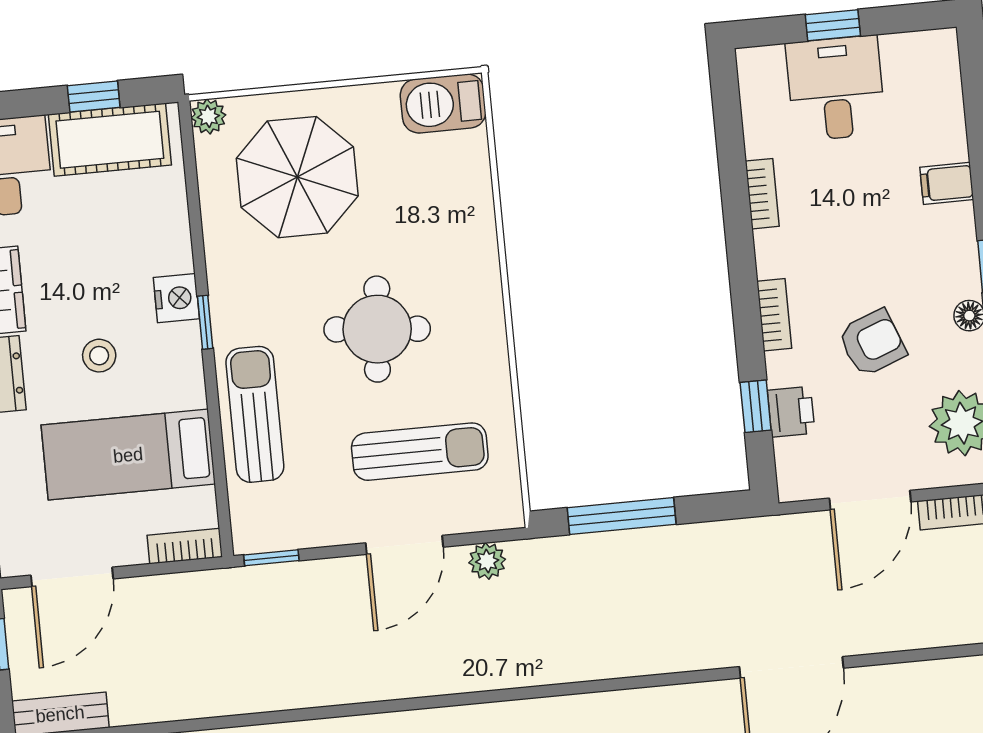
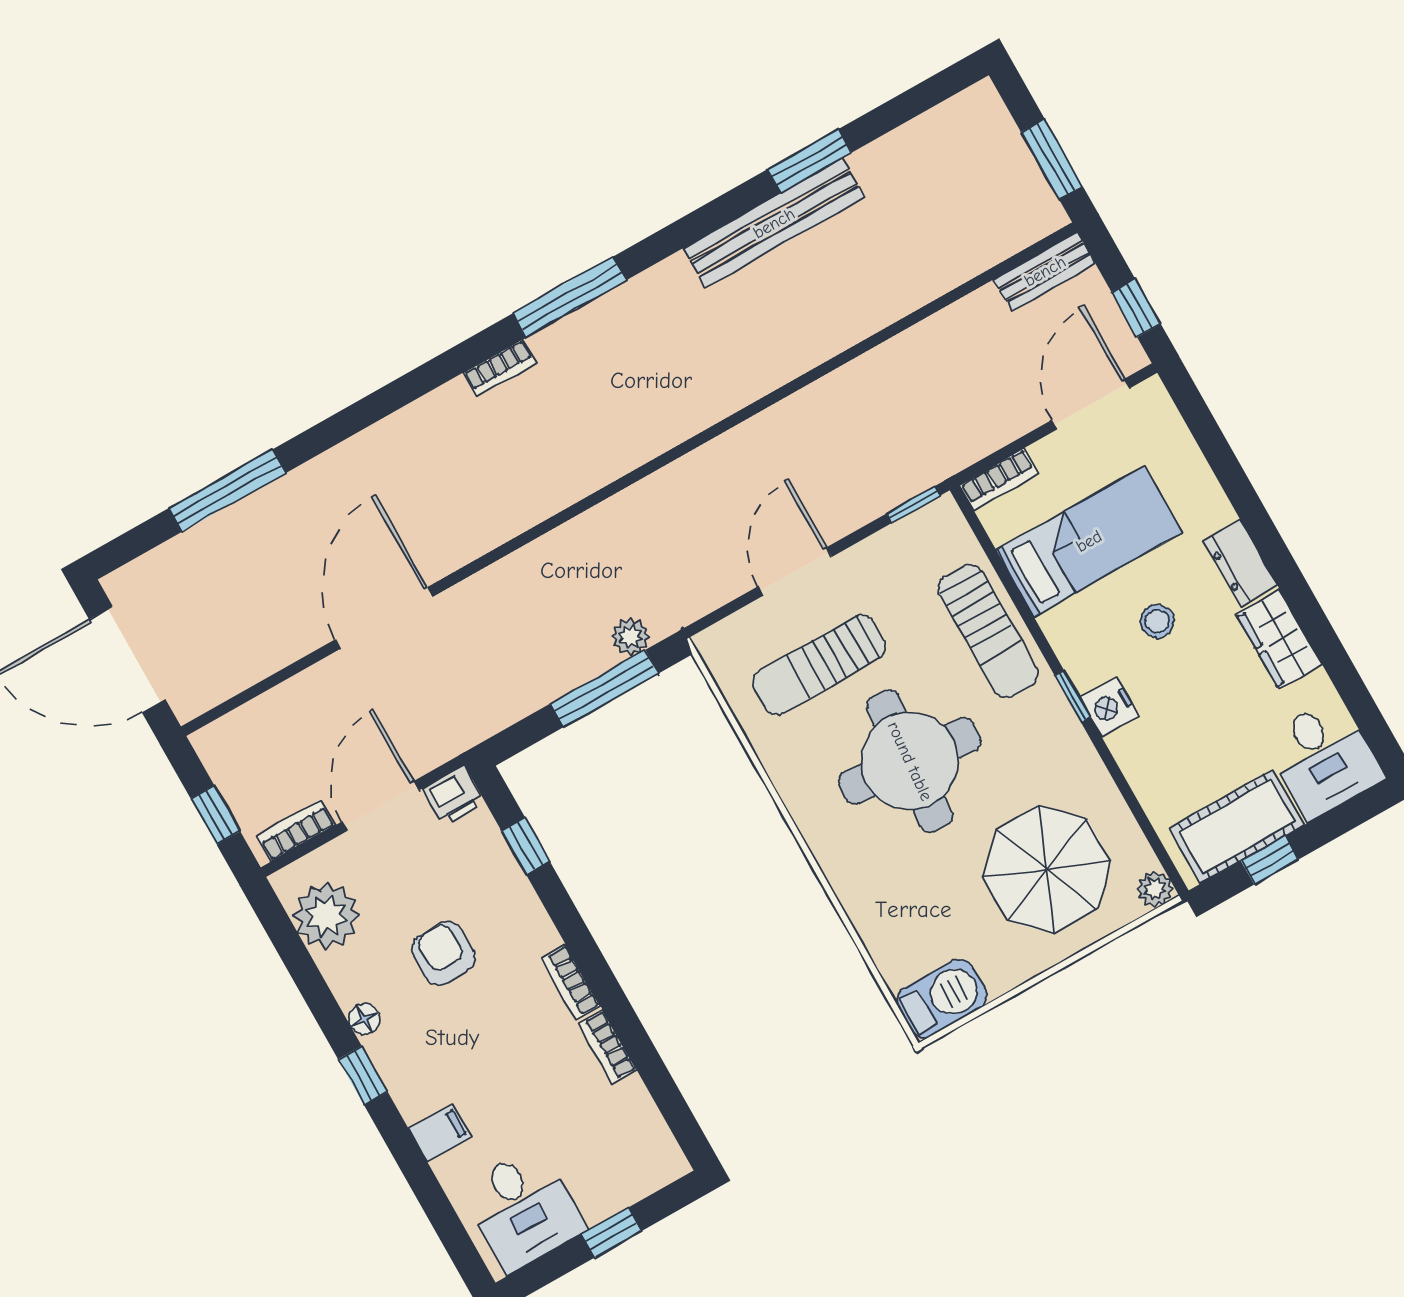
desk: (836, 88) -> (523, 1209), moved
bookcase: (774, 315) -> (571, 982), moved
round table: (377, 329) -> (910, 761), width x1.36, depth x1.36
armchair: (872, 343) -> (443, 953), turned 111
printer: (791, 412) -> (454, 796), moved, turned -90
plant: (487, 561) -> (631, 637), moved

